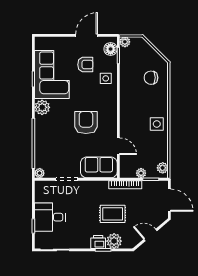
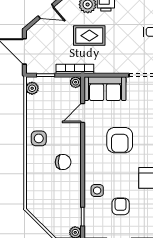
floor lamp: (111, 49) -> (92, 224), removed
armchair: (85, 65) -> (121, 206), turned 90
chair: (151, 78) -> (63, 162), moved
door: (118, 146) -> (83, 113), hinge flipped
plant: (141, 173) -> (76, 82), moved

